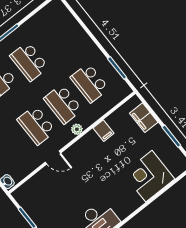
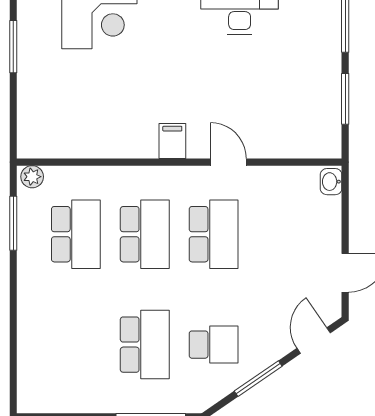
filing cabinet: (144, 118) -> (34, 111), removed
plant: (77, 129) -> (32, 177), moved
filing cabinet: (104, 131) -> (172, 141), moved

